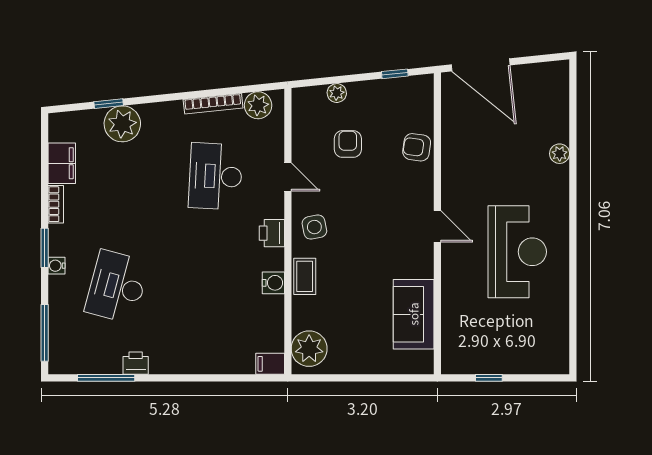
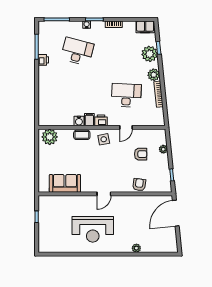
plant: (258, 105) -> (154, 75), moved
filing cabinet: (62, 163) -> (145, 27), moved
filing cabinet: (270, 364) -> (89, 120), moved

